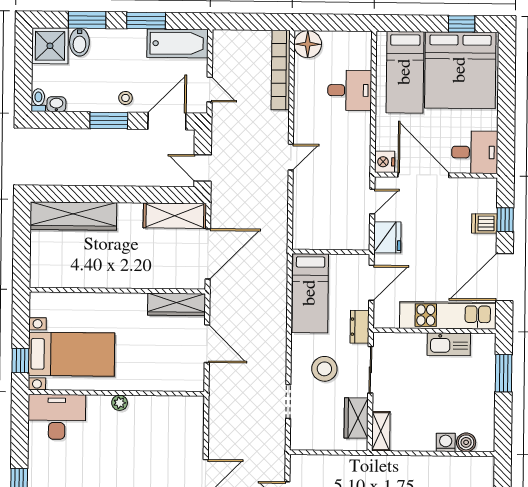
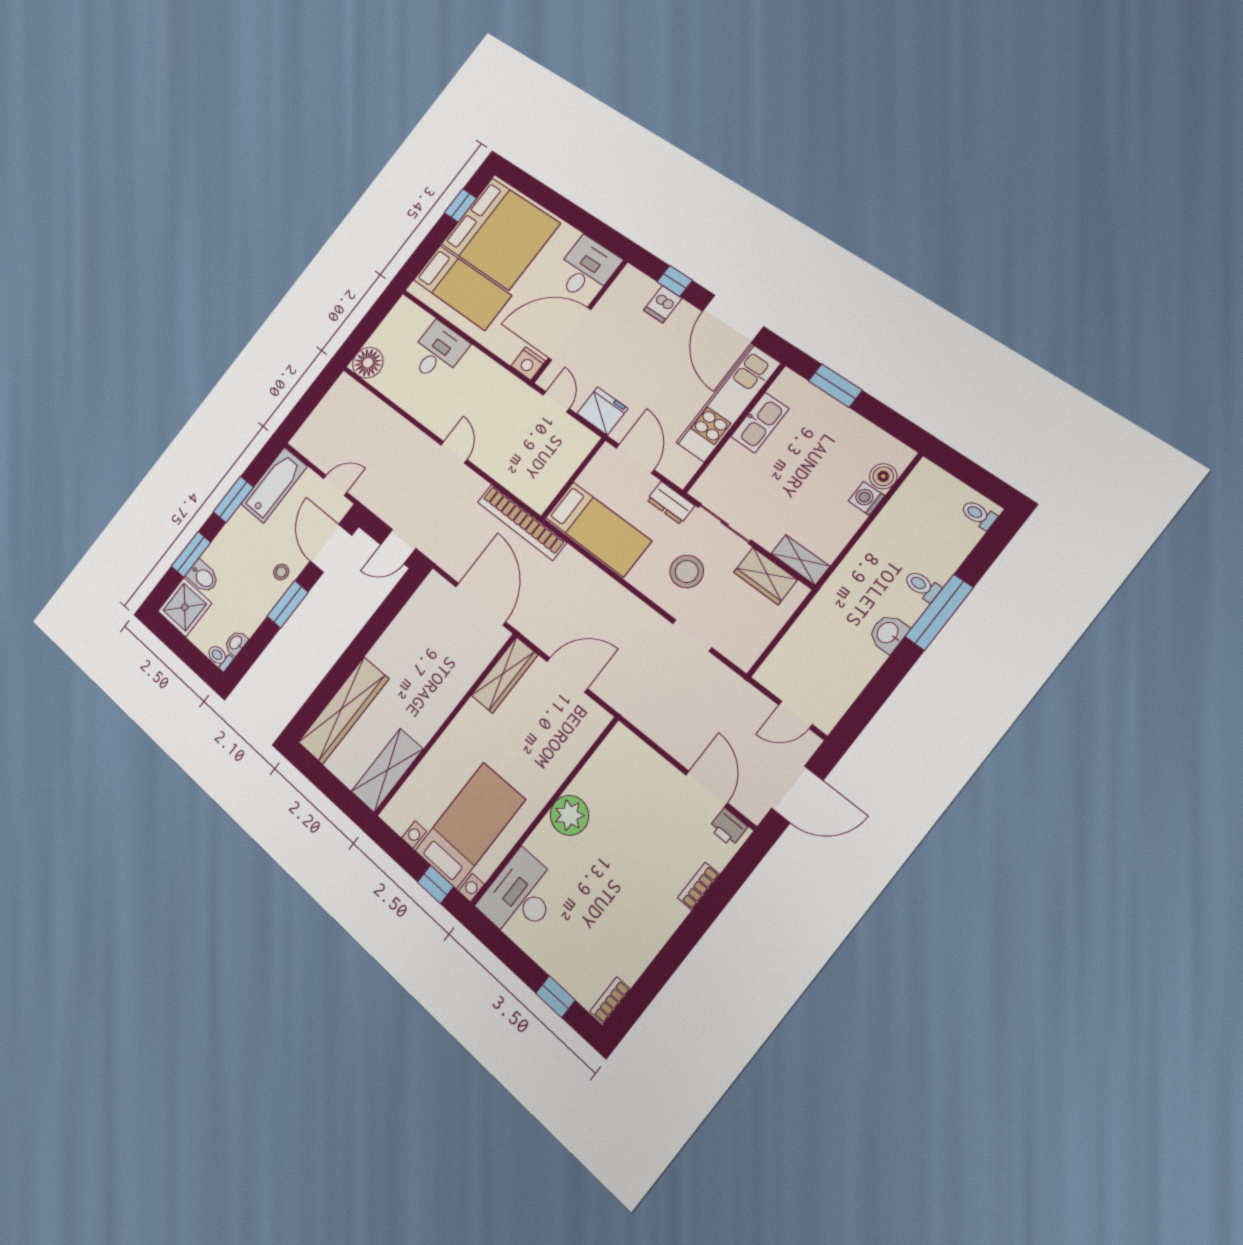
bookcase: (281, 70) -> (522, 522), moved
shelving: (175, 216) -> (387, 770), moved
plant: (120, 403) -> (569, 815), width x1.87, depth x1.87

